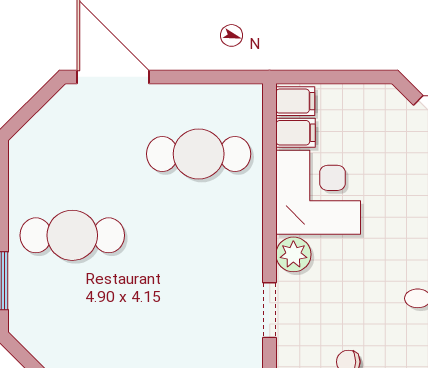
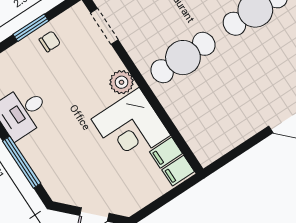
cafe table: (199, 154) -> (183, 58), moved
doorway: (270, 310) -> (104, 26), moved

